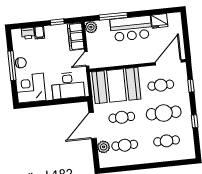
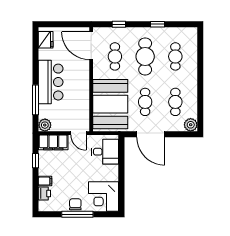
fridge: (159, 21) -> (46, 40), moved
desk: (68, 86) -> (105, 152), width x0.73
plant: (104, 147) -> (191, 125), moved

